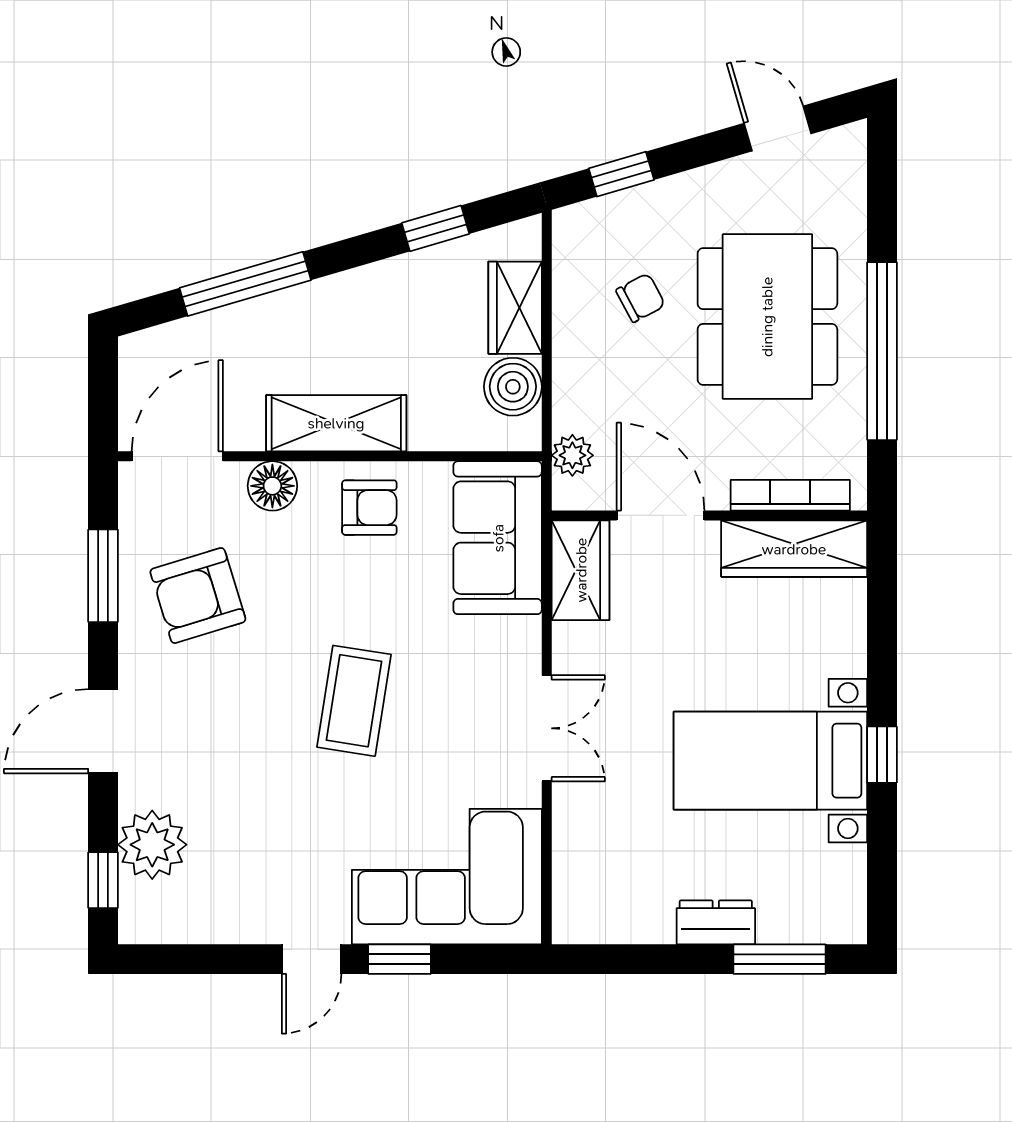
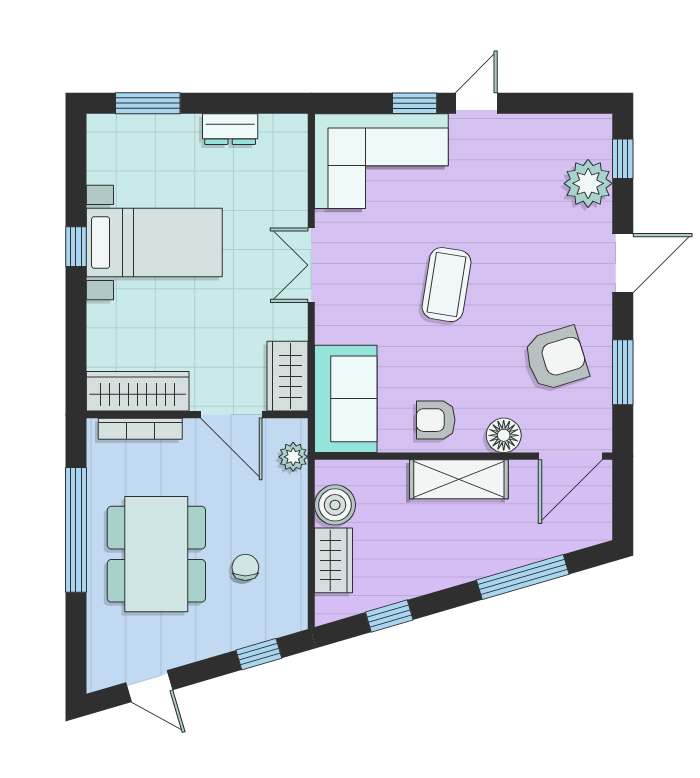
chair: (641, 298) -> (245, 567), turned 118
dresser: (716, 922) -> (230, 129), moved

